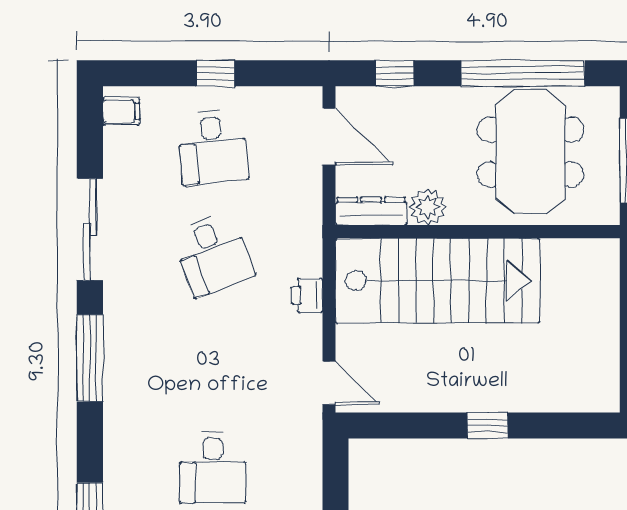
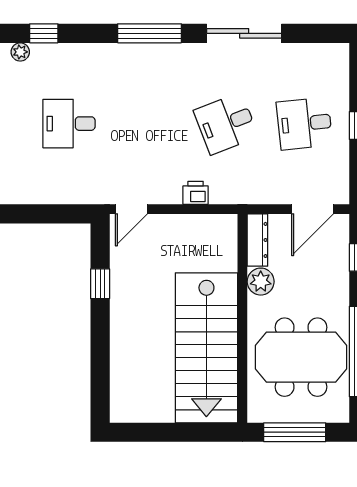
filing cabinet: (121, 111) -> (331, 56), removed
stairs: (437, 281) -> (206, 348), moved
window: (488, 426) -> (100, 284), moved

